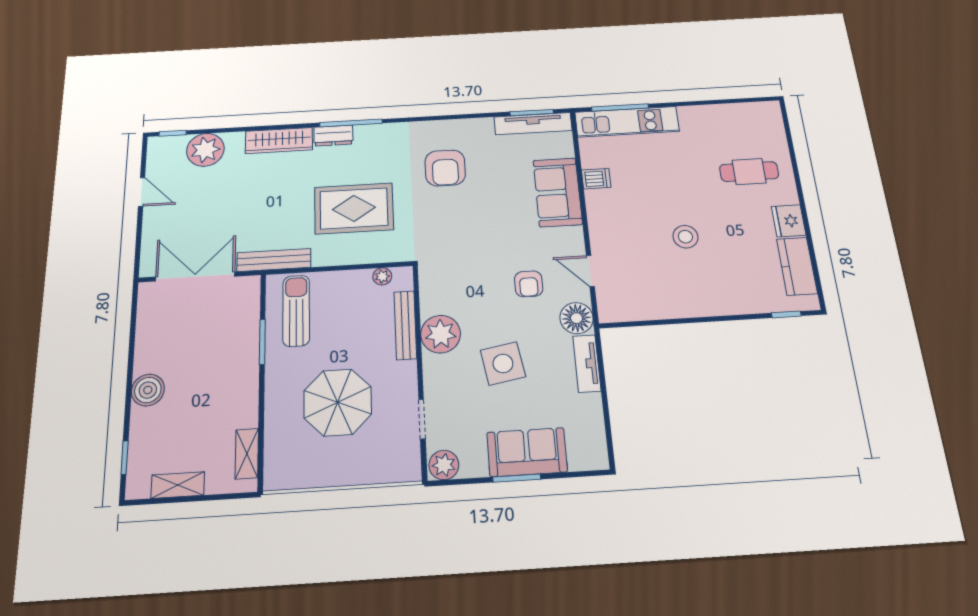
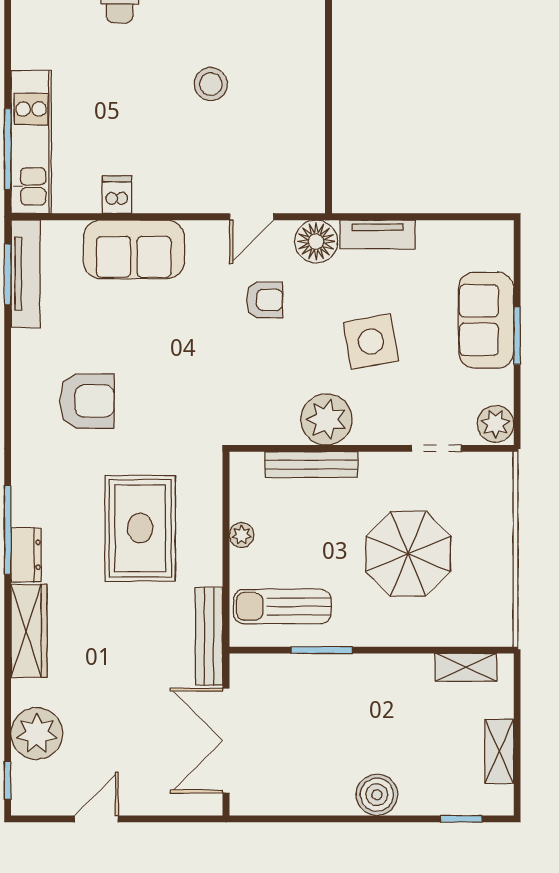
plant: (382, 276) -> (242, 535), moved

